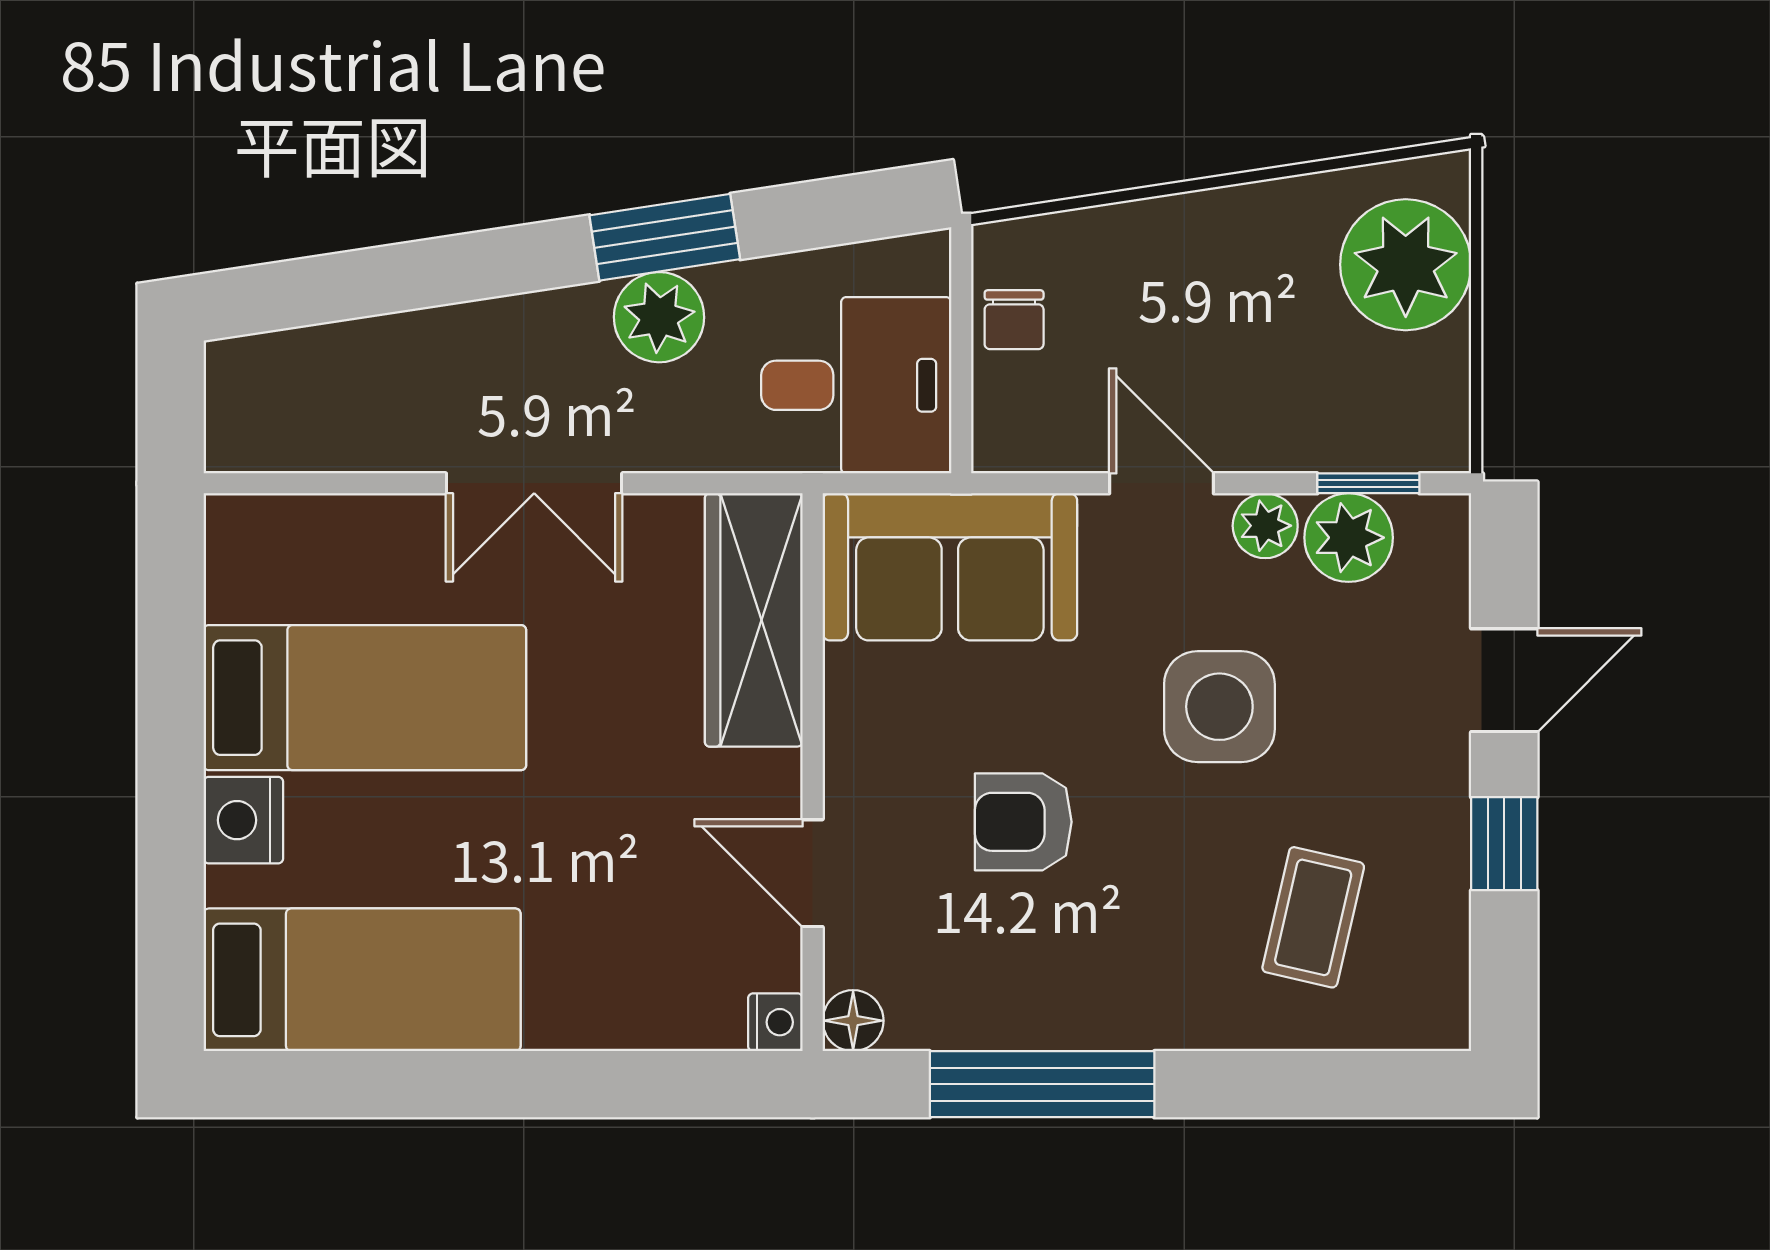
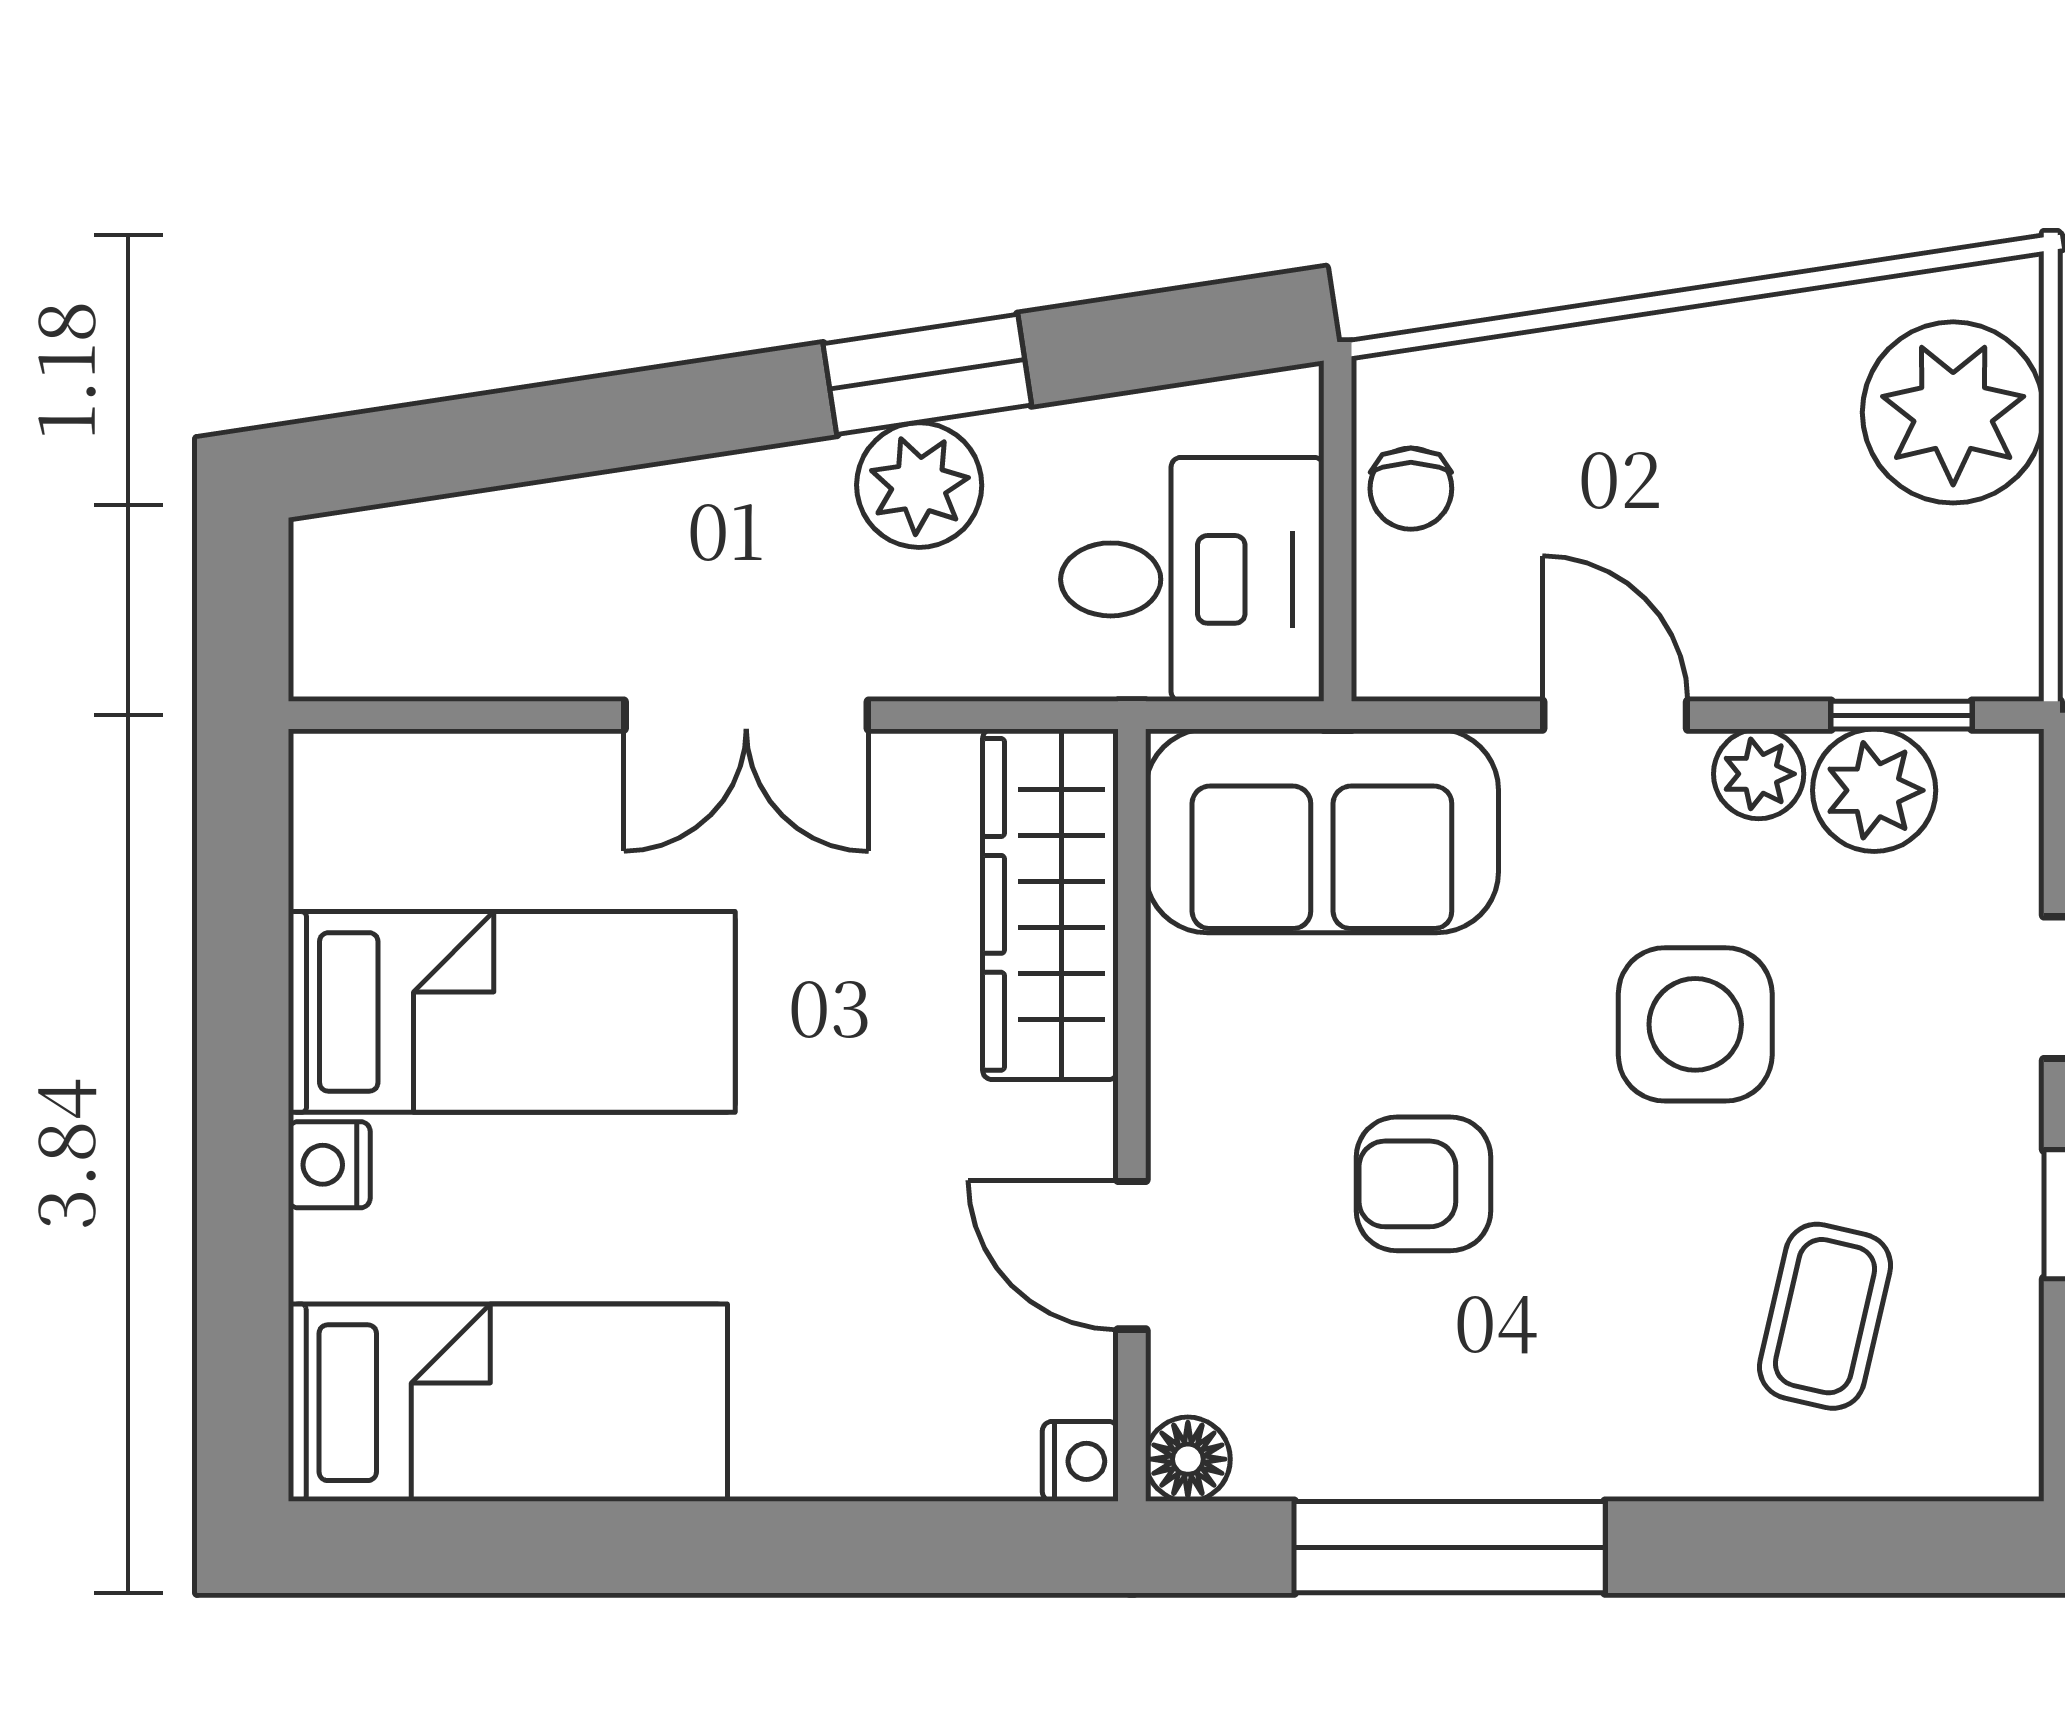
nightstand: (243, 820) -> (329, 1165), width x0.72, depth x0.74

